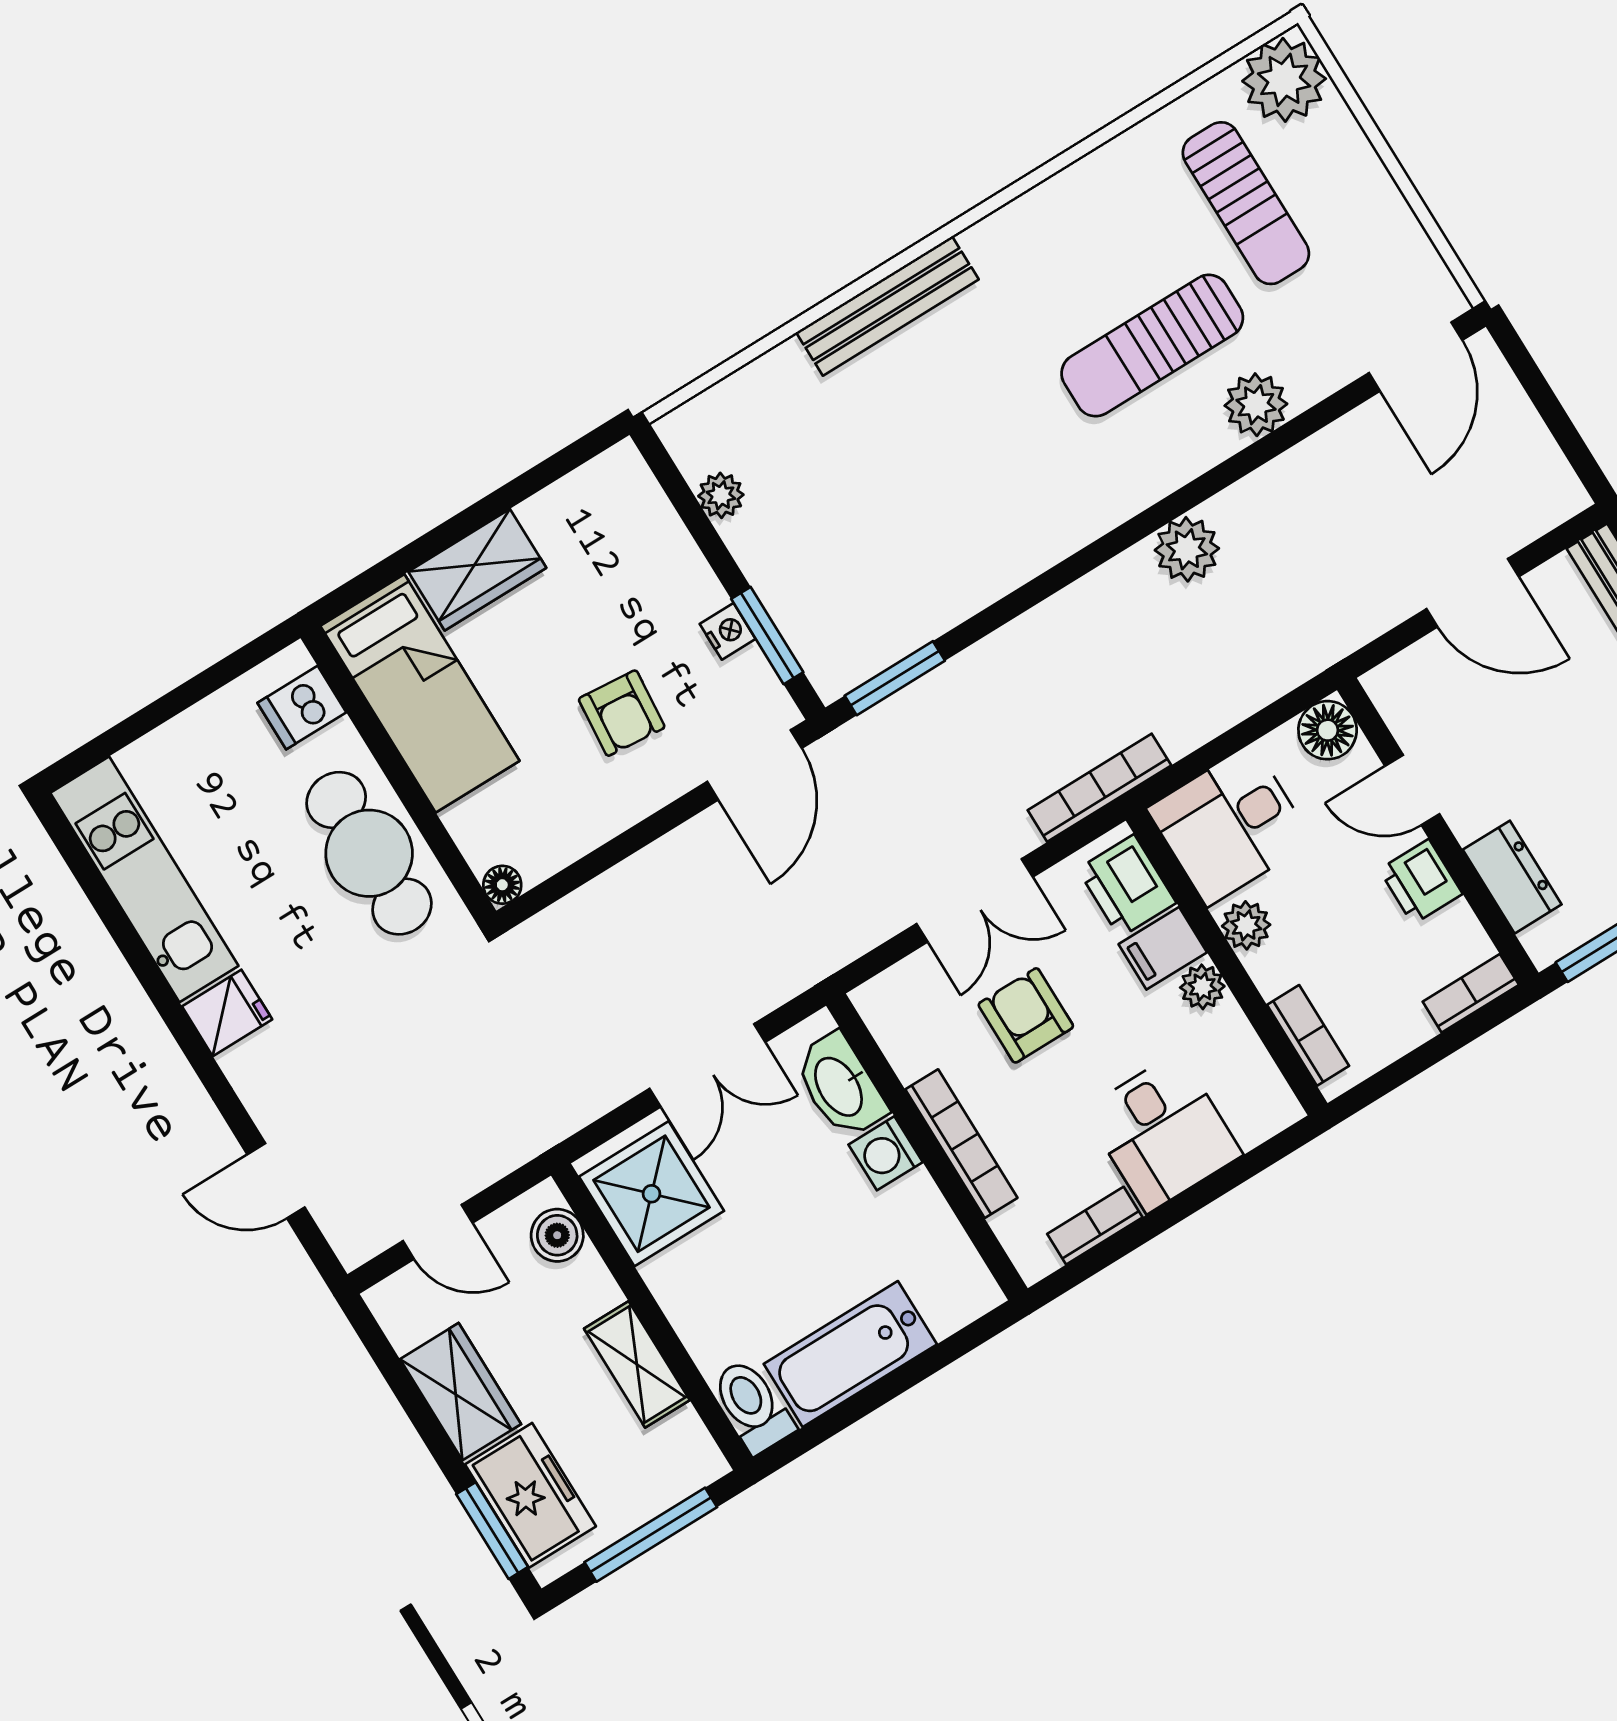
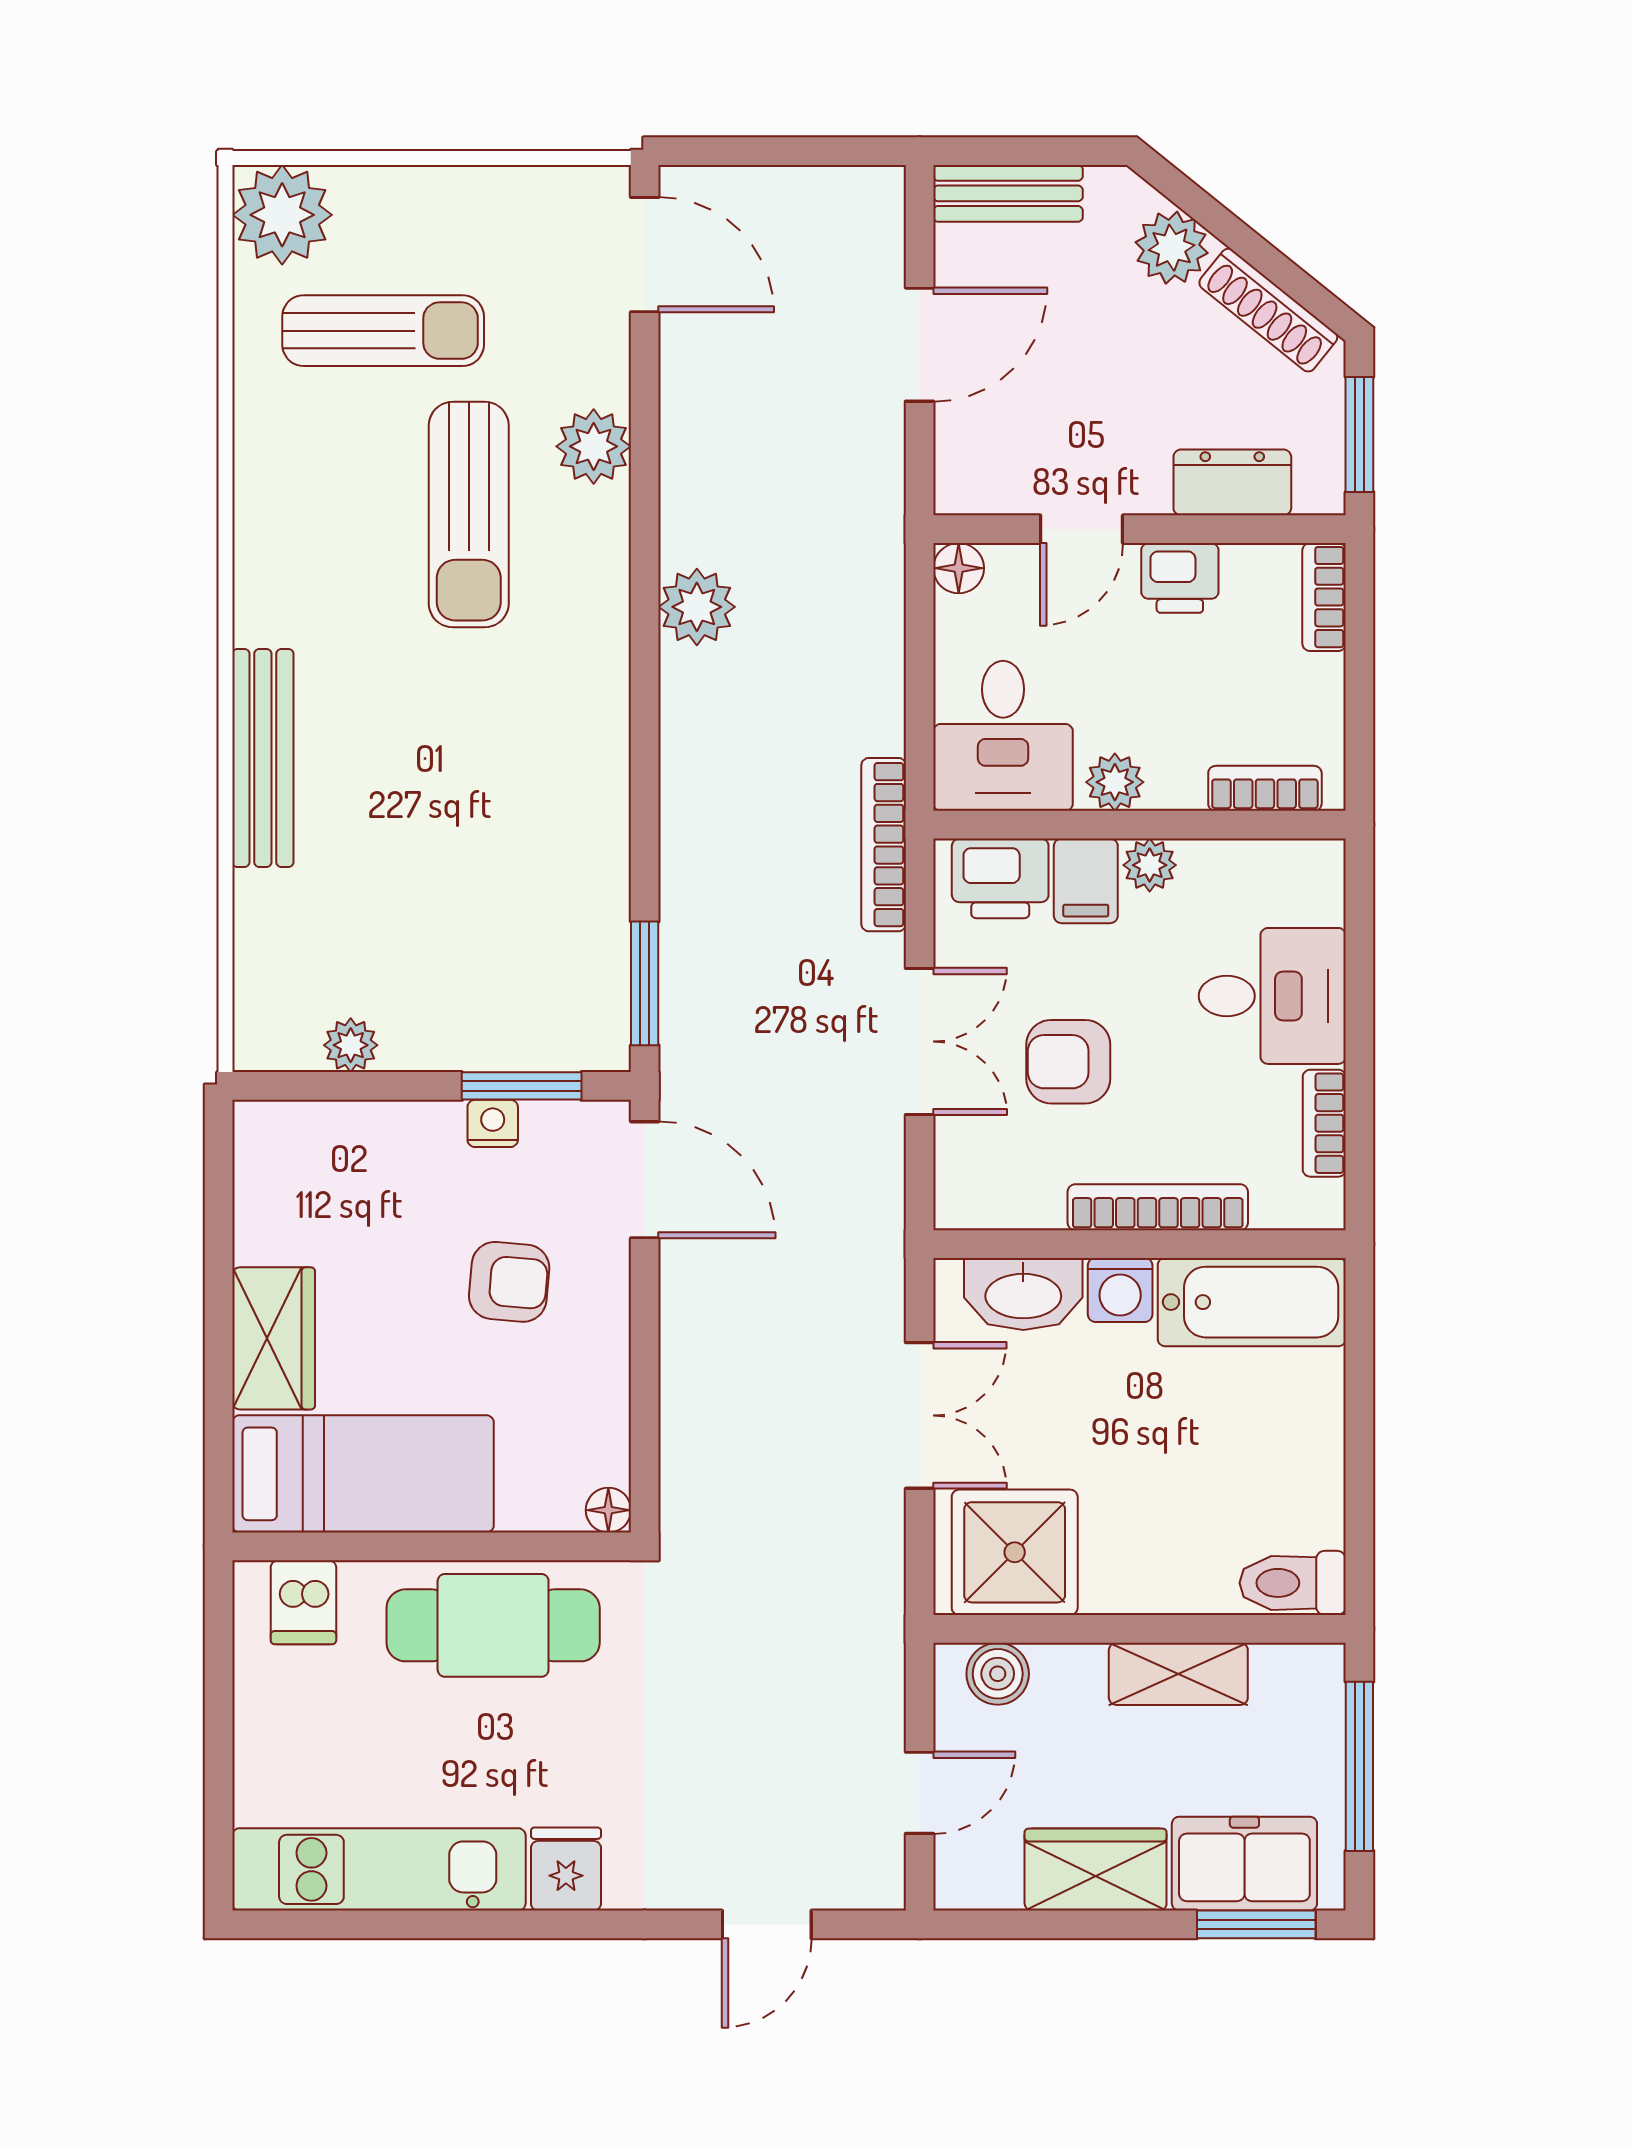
floor lamp: (1328, 730) -> (959, 568), width x0.73, depth x0.73
bathtub: (850, 1354) -> (1252, 1302), moved, turned -90

